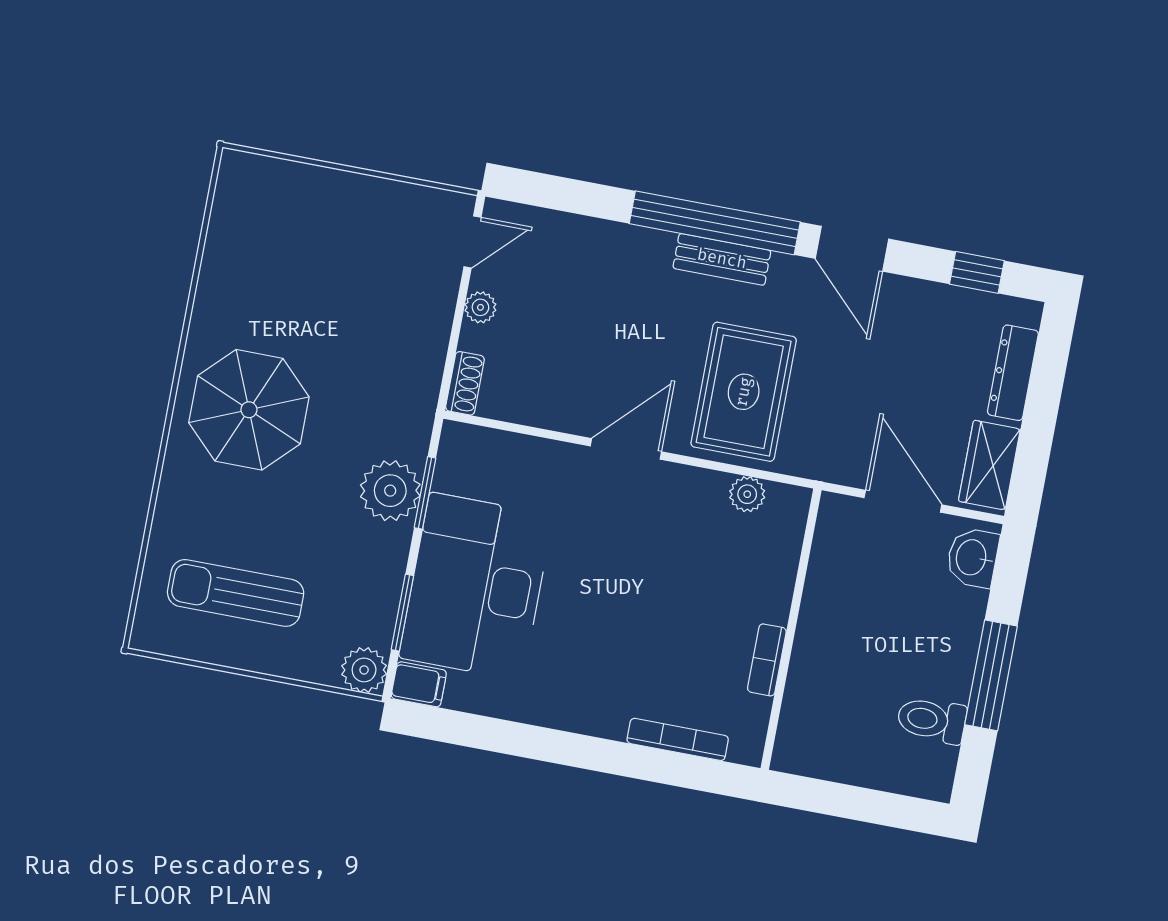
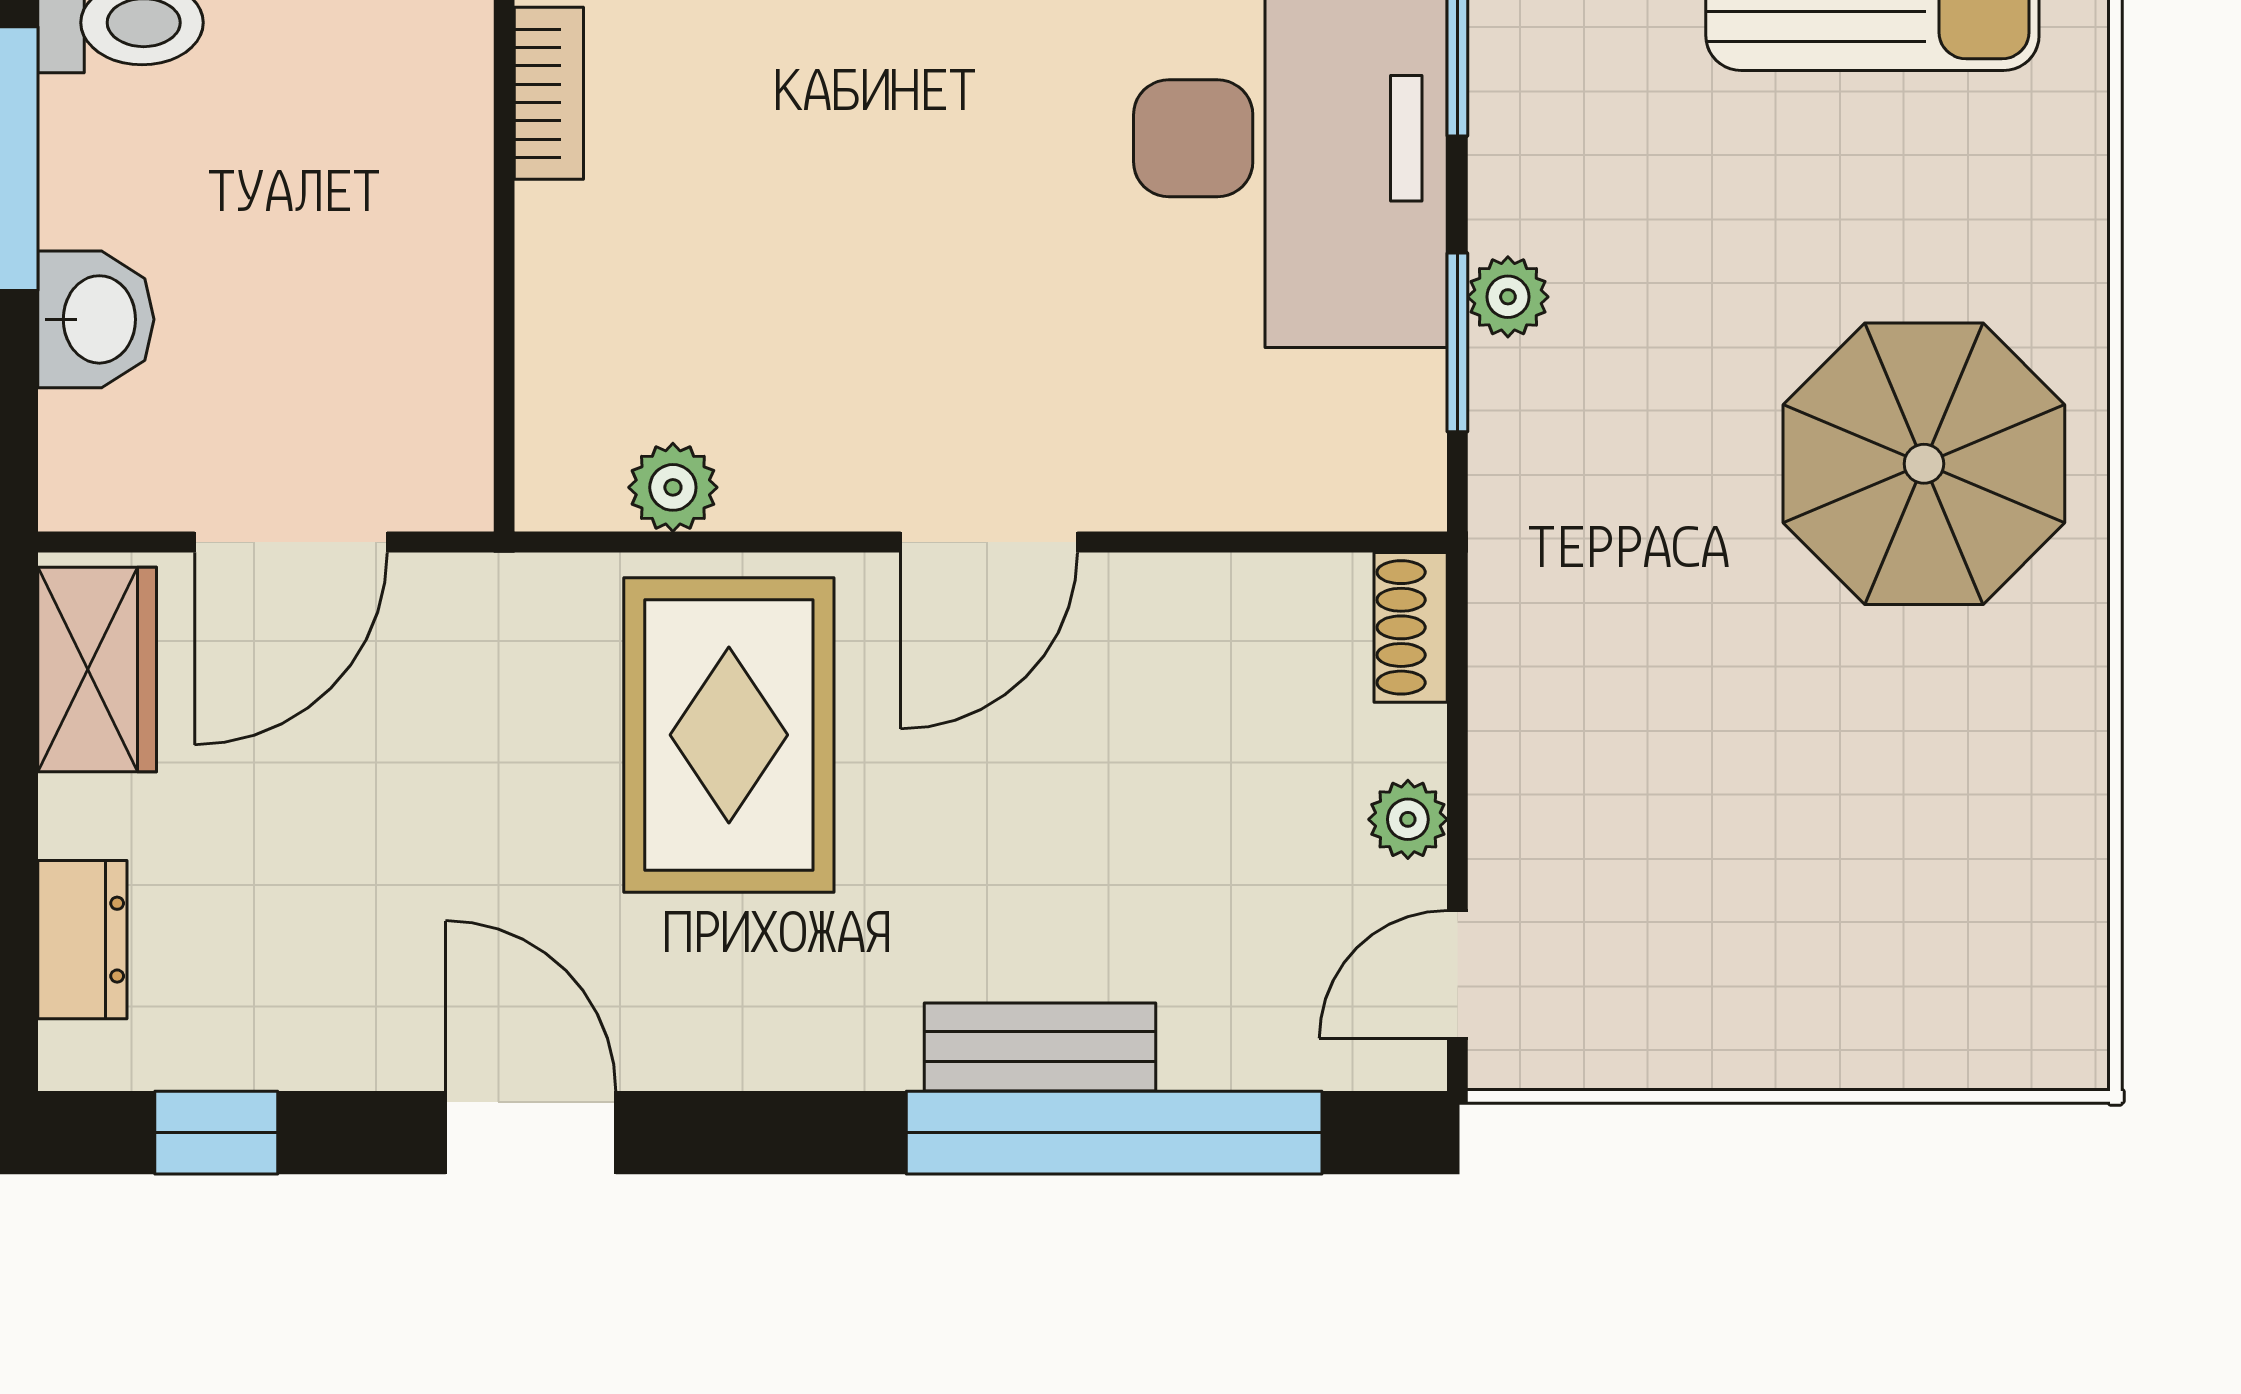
window: (715, 223) -> (1114, 1133), moved
bench: (722, 259) -> (1040, 1047), moved
dresser: (1013, 373) -> (82, 940), width x0.70
plant: (390, 491) -> (1508, 297), width x0.53, depth x0.53
door: (903, 501) -> (291, 542), hinge flipped
washbasin: (972, 558) -> (96, 319), moved

